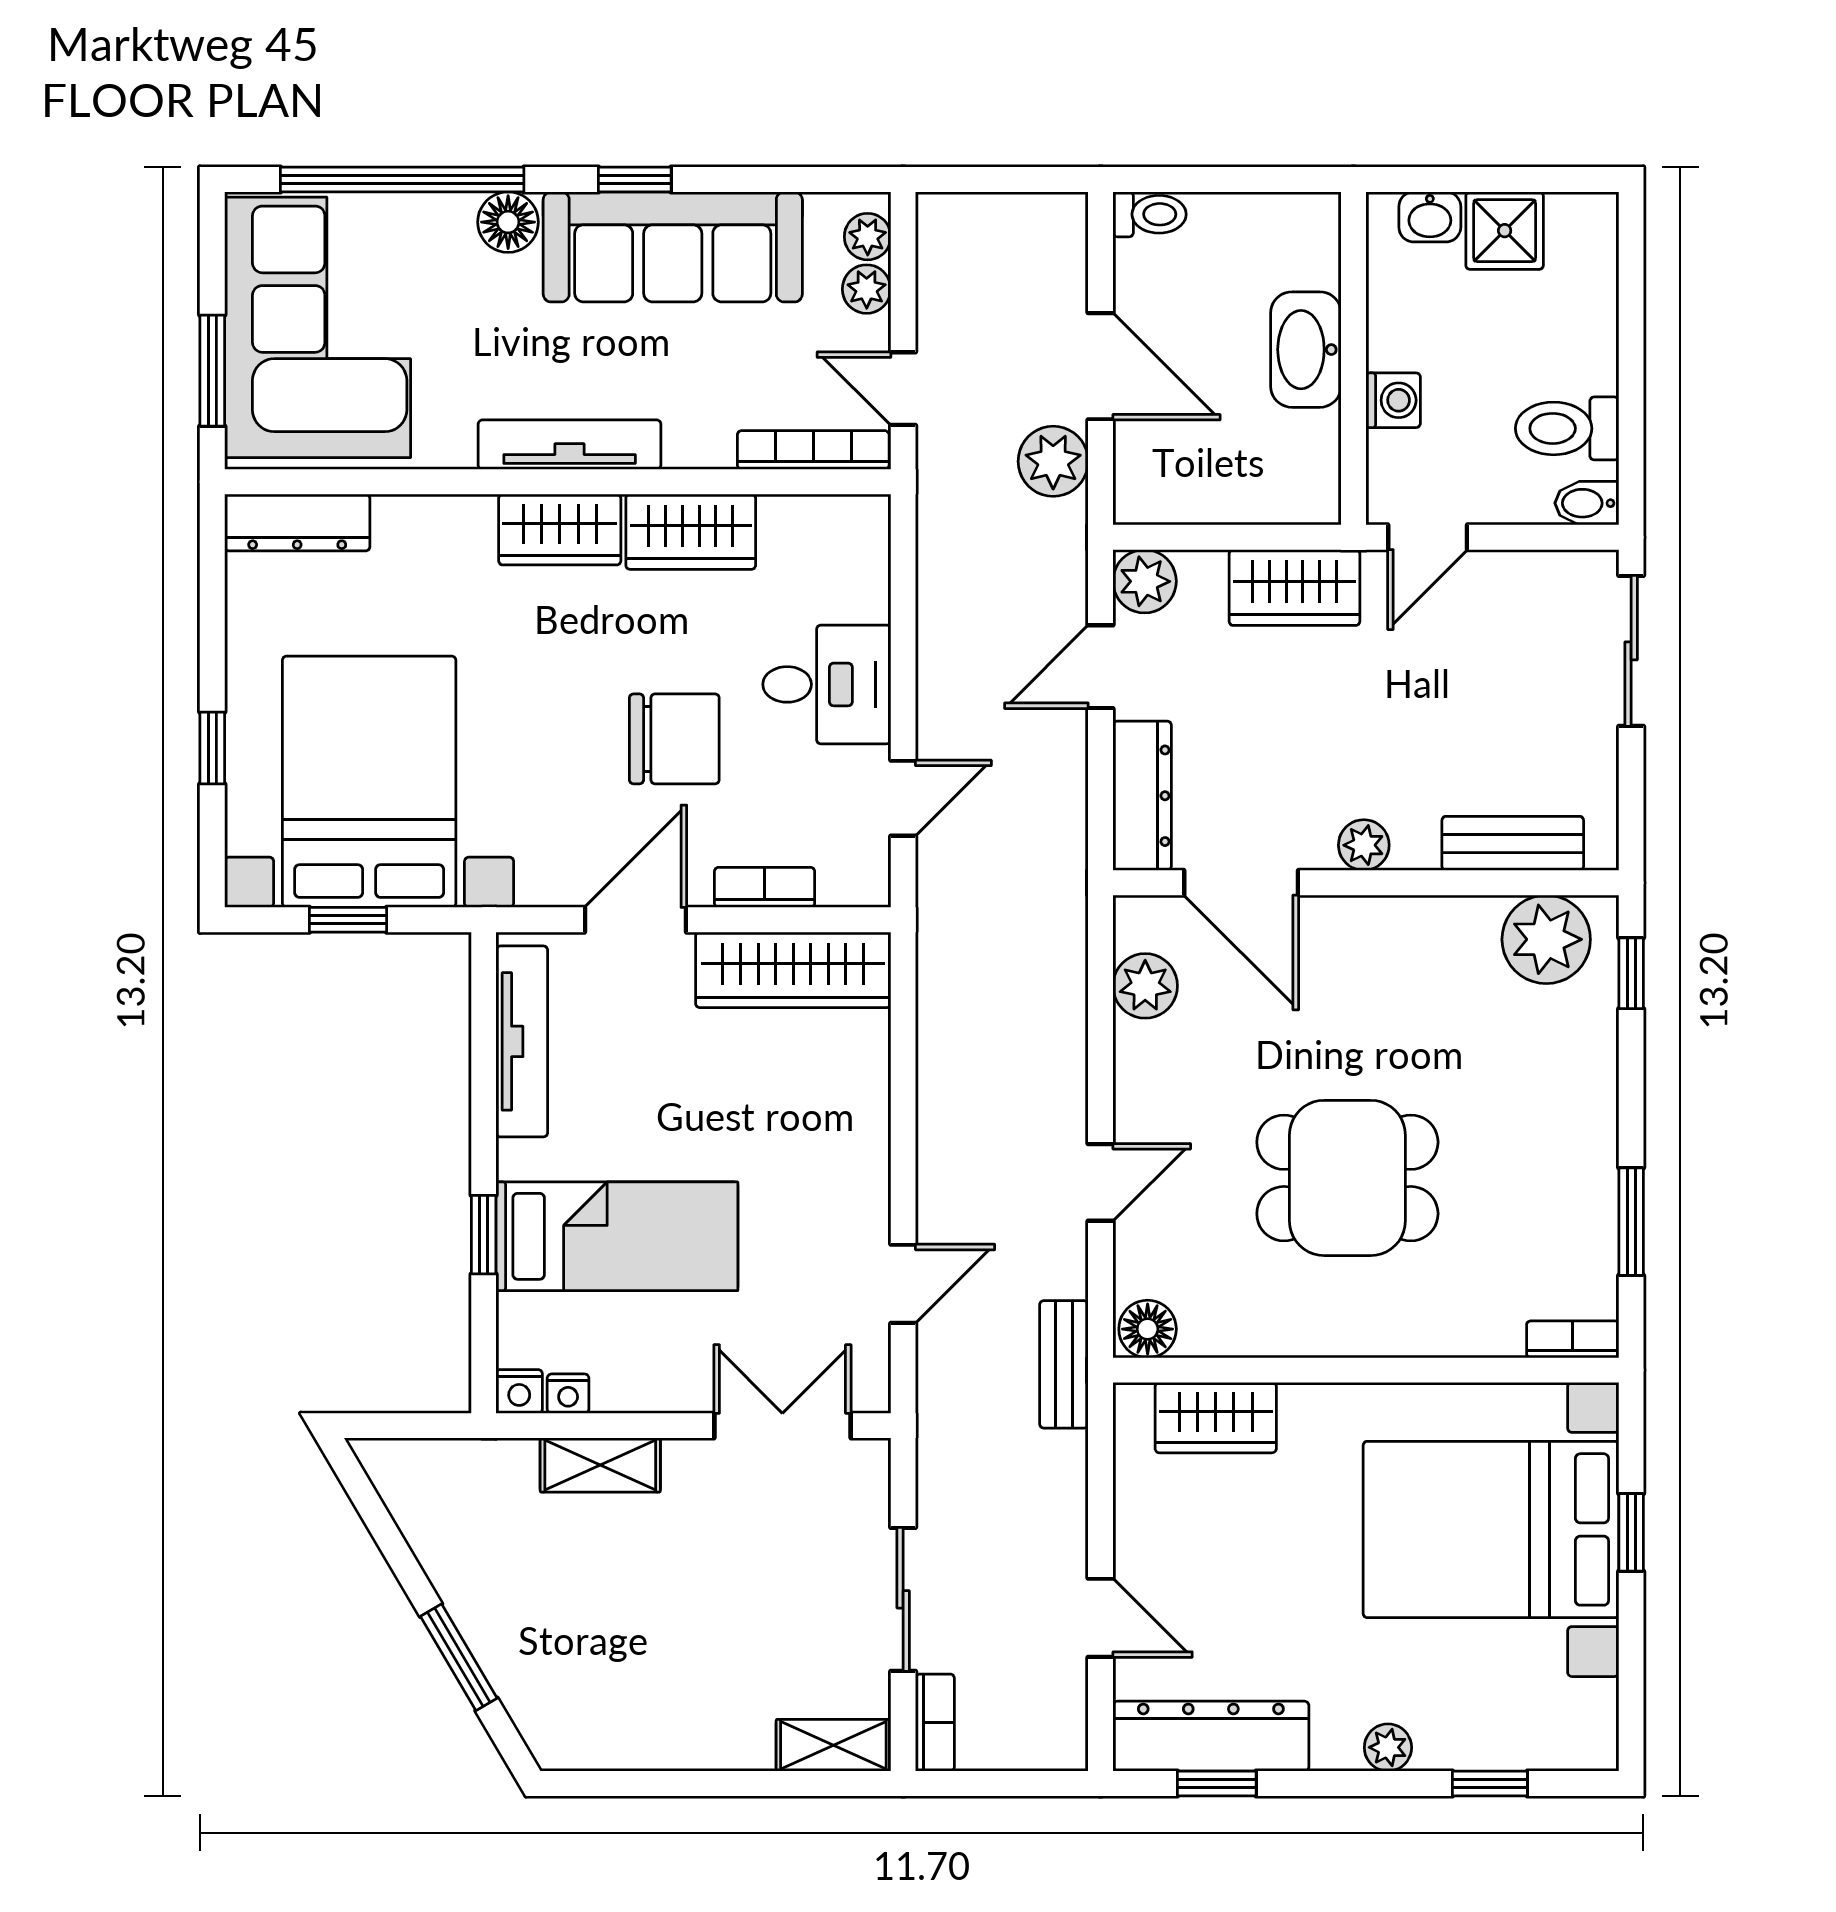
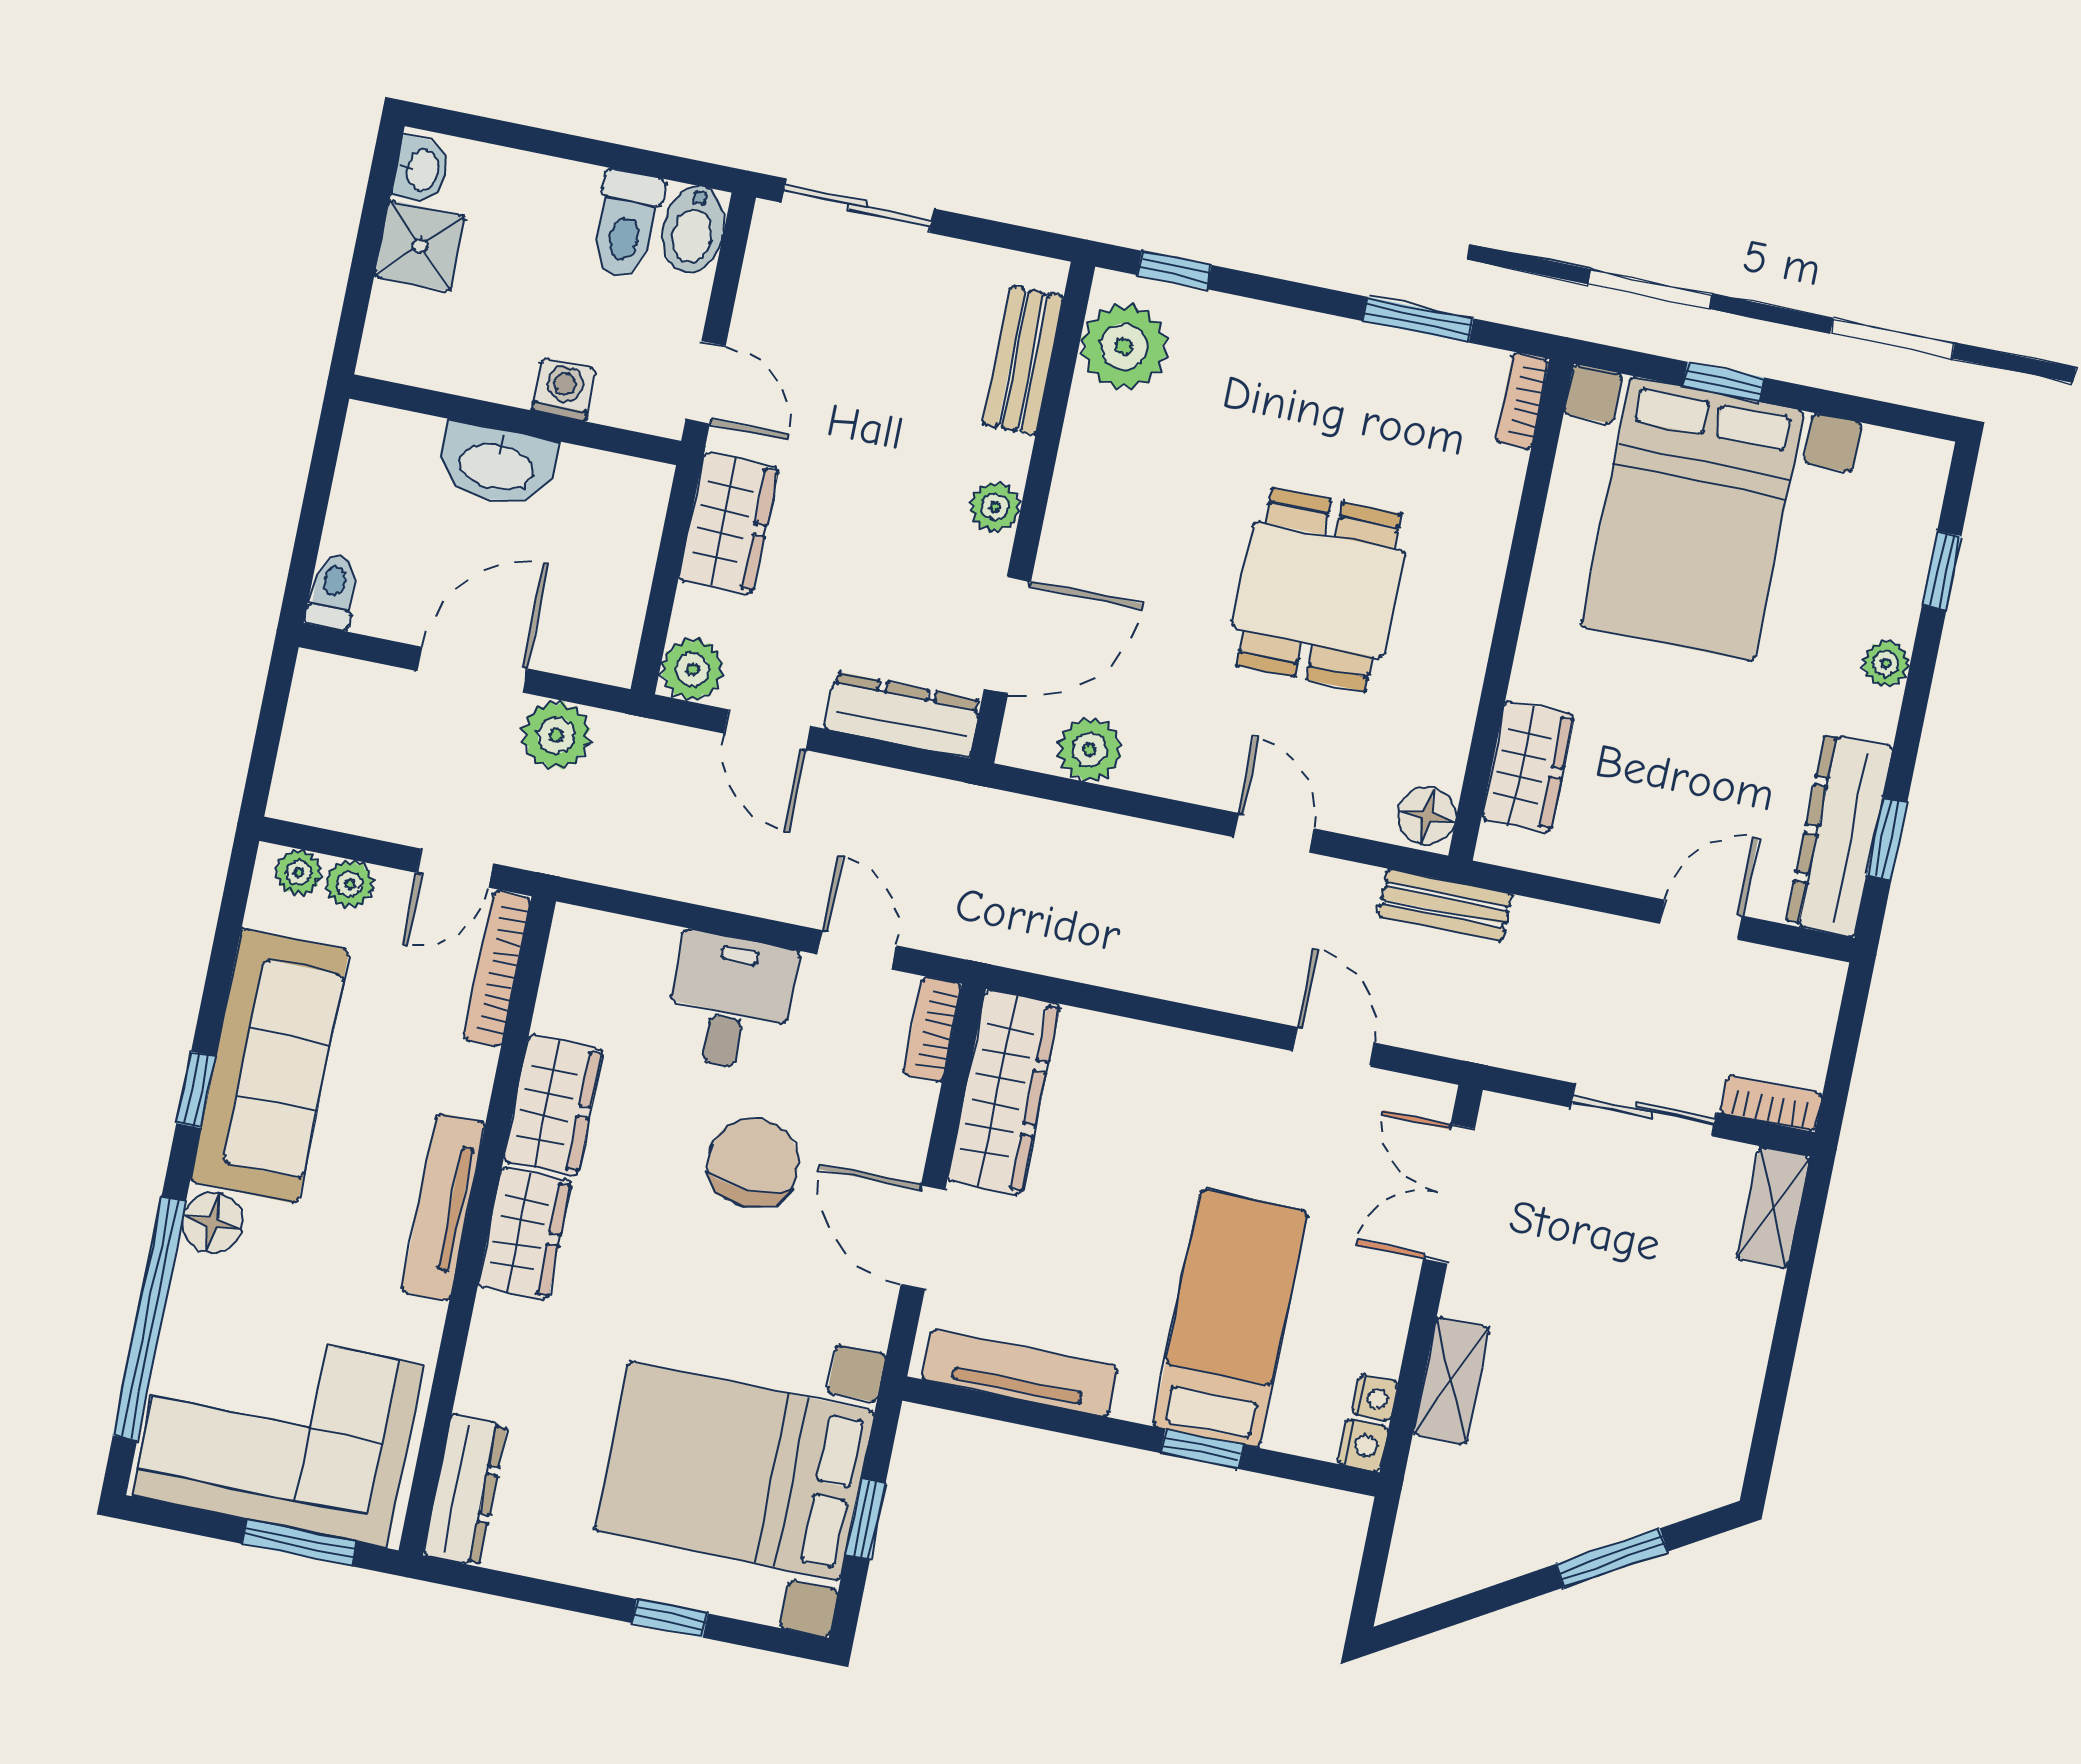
washbasin: (1430, 217) -> (421, 170), moved
bidet: (1587, 503) -> (693, 229), width x1.38, depth x1.36
bookcase: (765, 887) -> (932, 1029), moved

